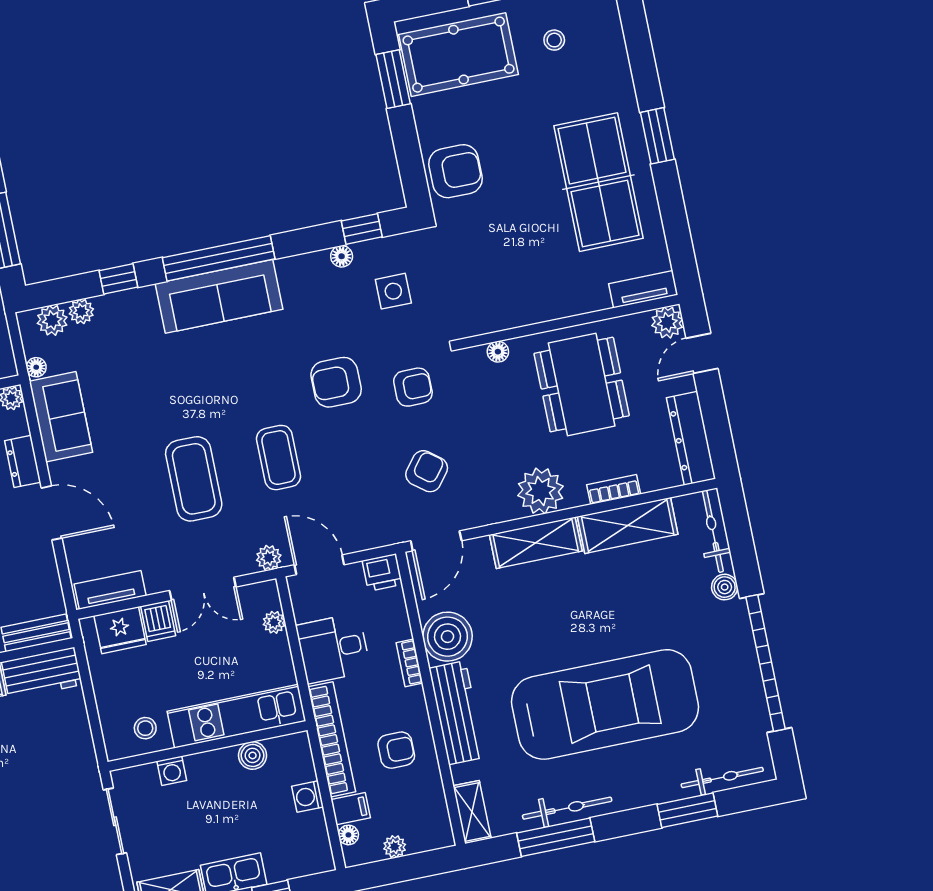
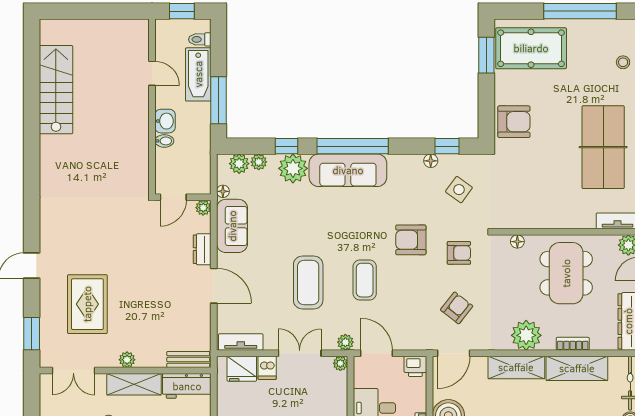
stool: (554, 40) -> (623, 62), moved
side table: (393, 291) -> (459, 190), turned 36
plant: (135, 311) -> (293, 168), added
double door: (203, 589) -> (300, 353), swing flipped
plant: (274, 622) -> (340, 363), moved

